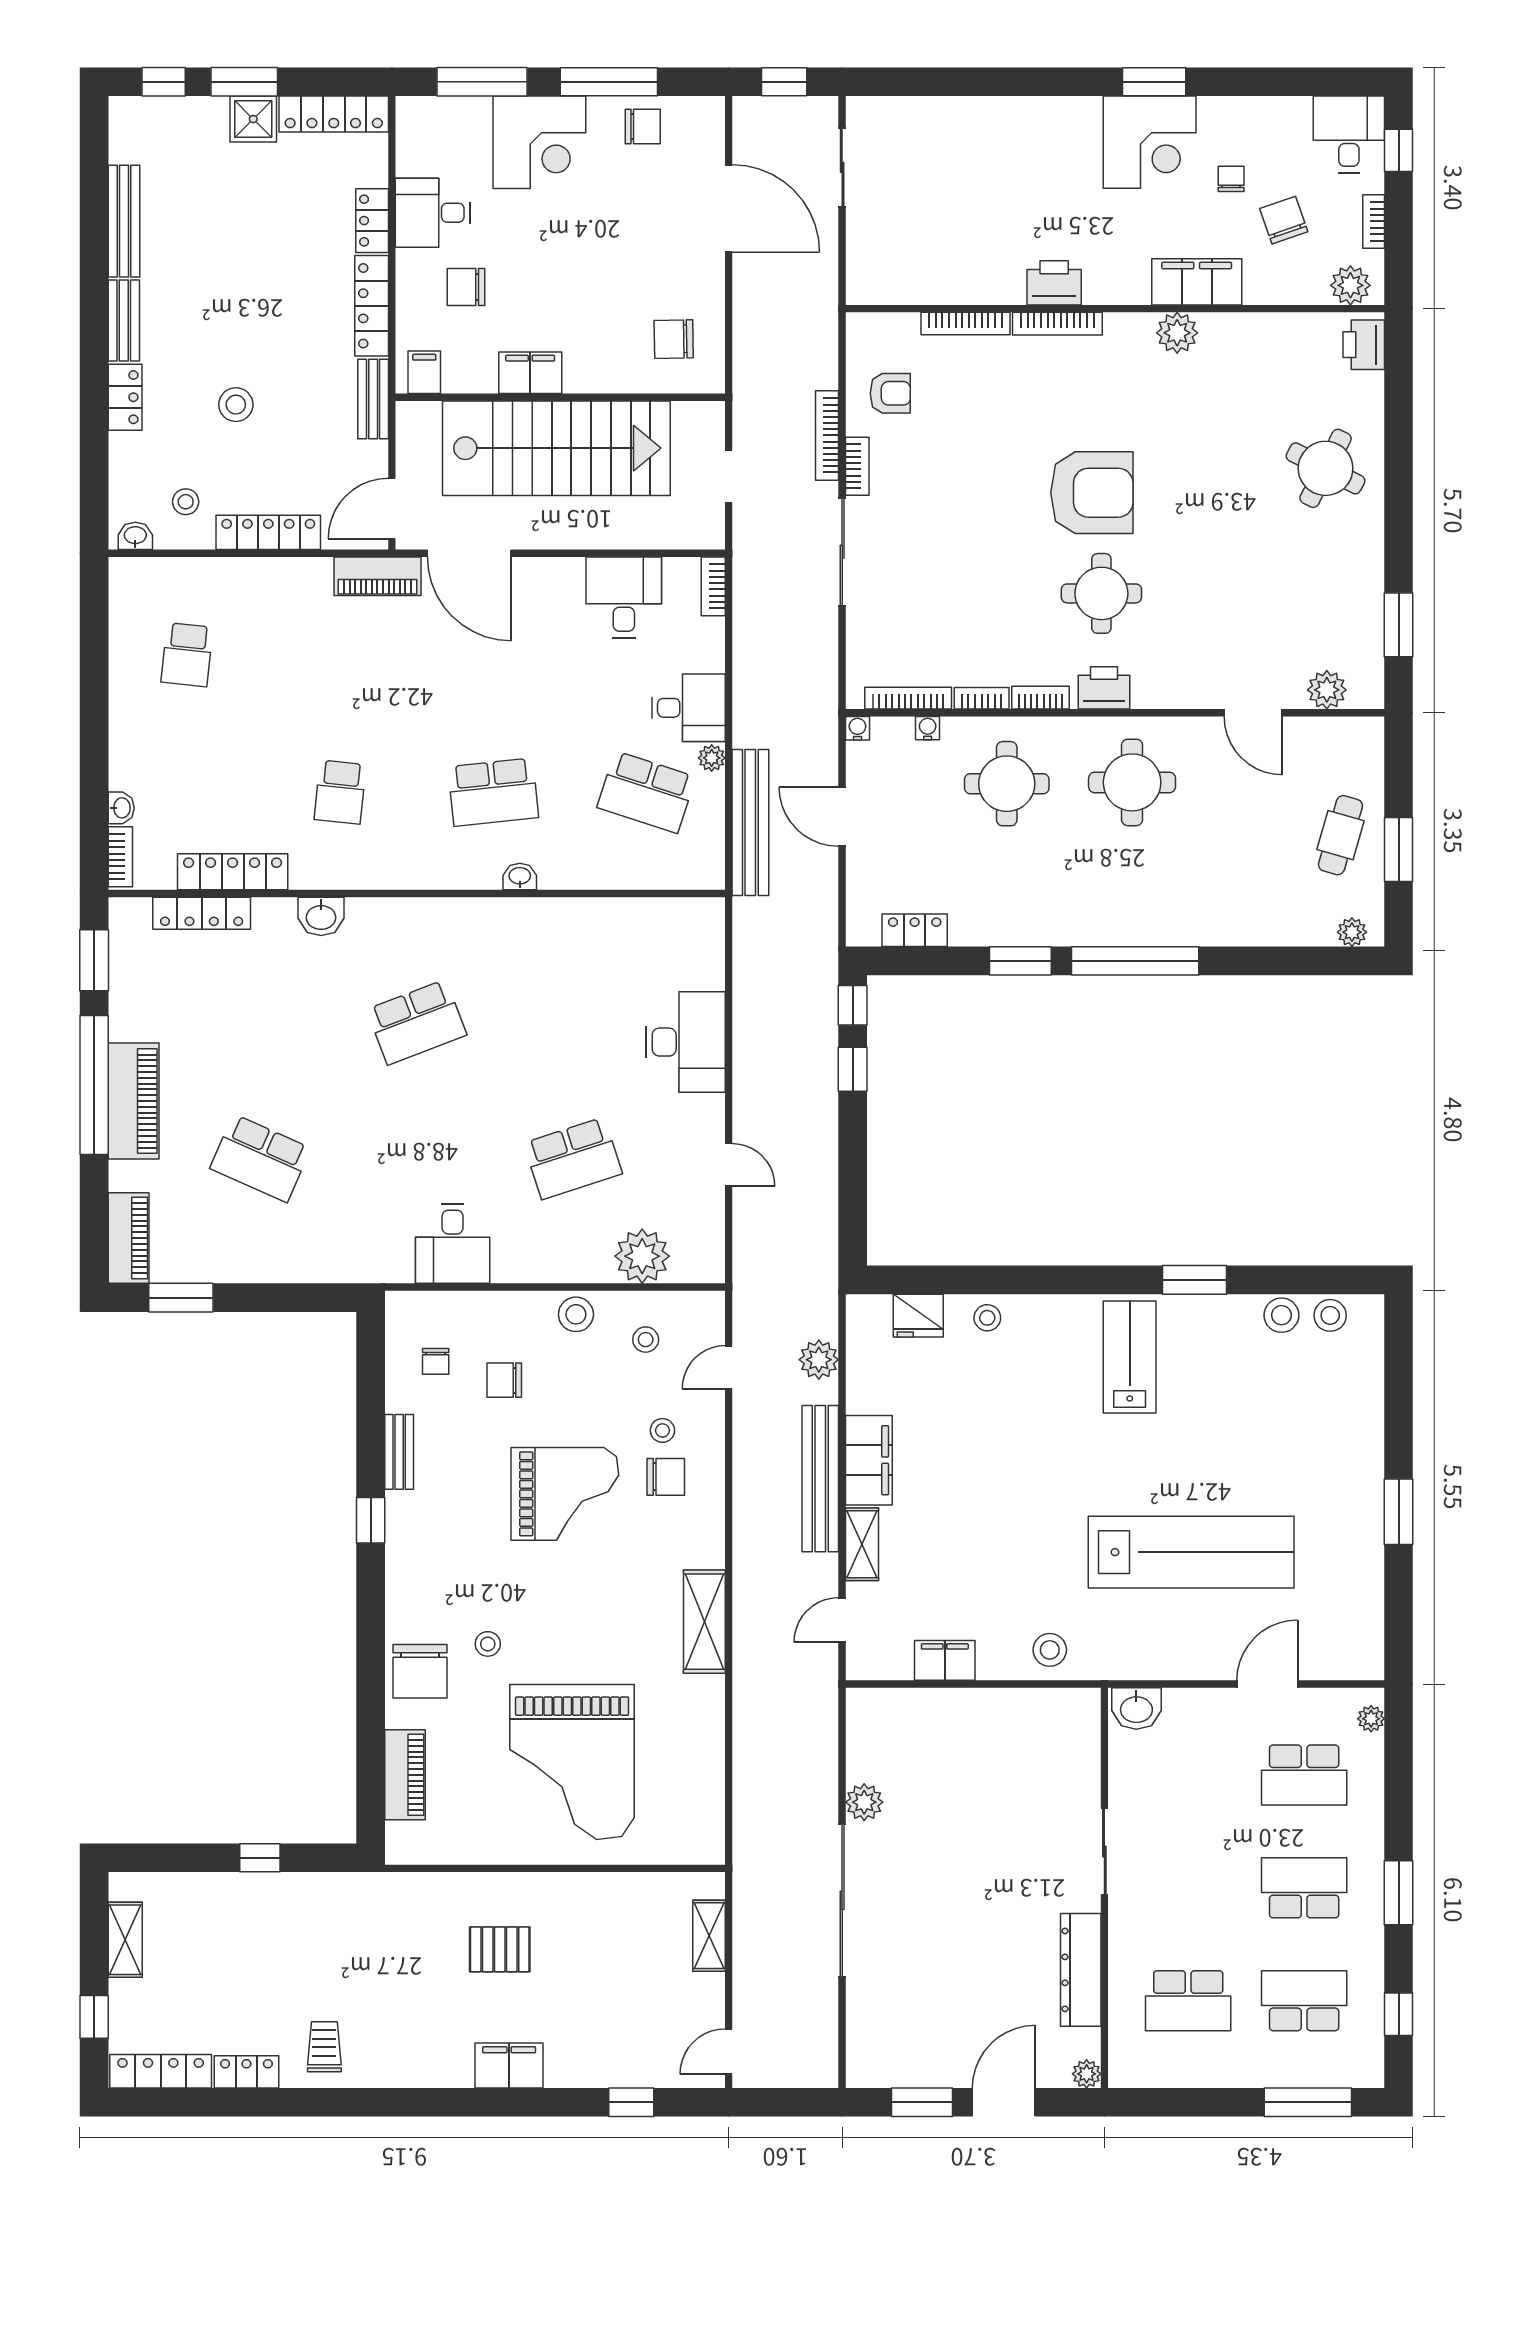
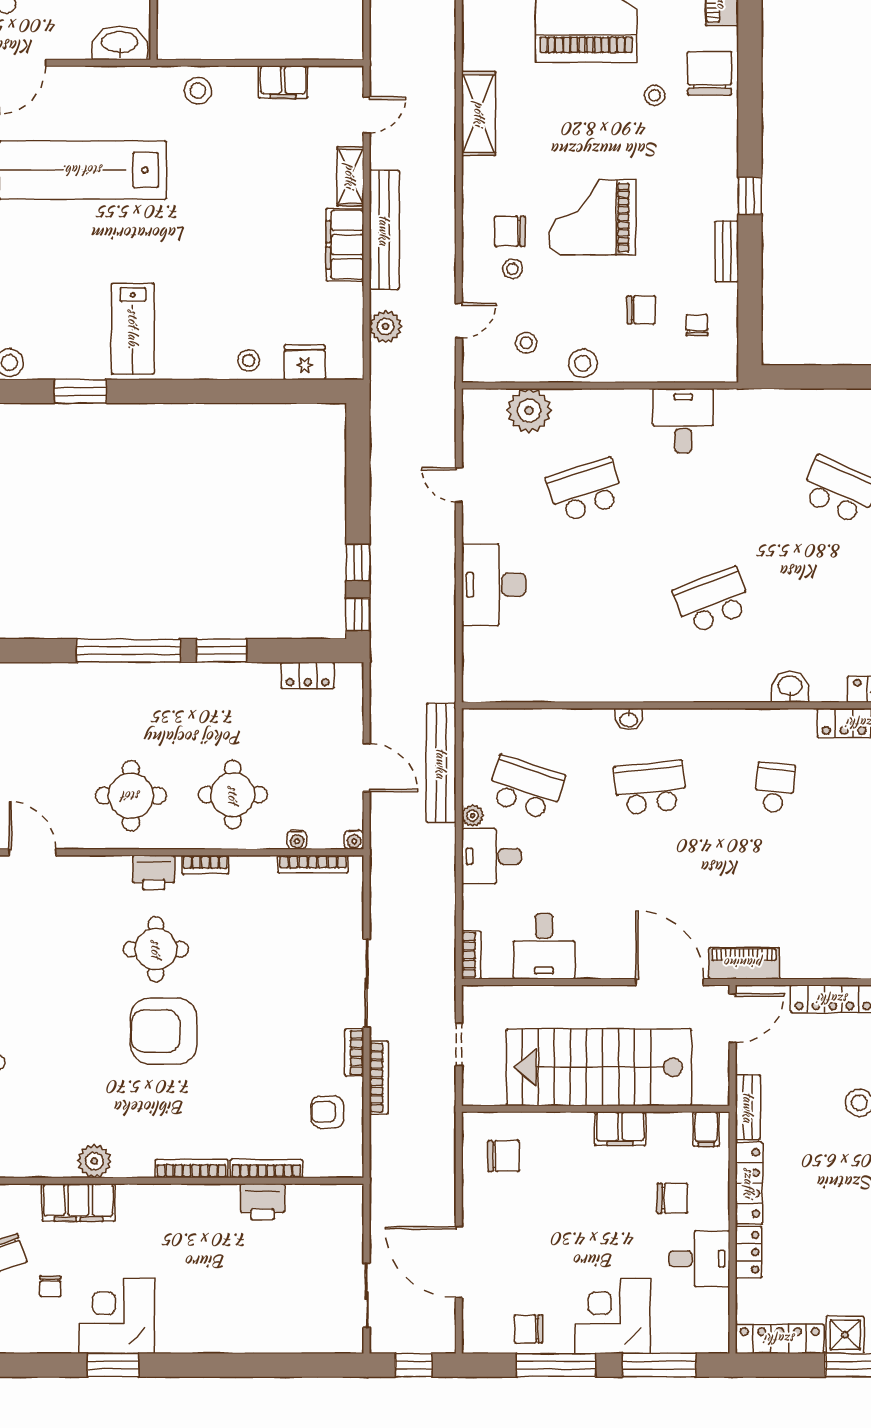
printer: (1054, 283) -> (262, 1202), moved
bookcase: (982, 698) -> (253, 864), removed
washbasin: (1136, 1708) -> (120, 43), width x1.38

